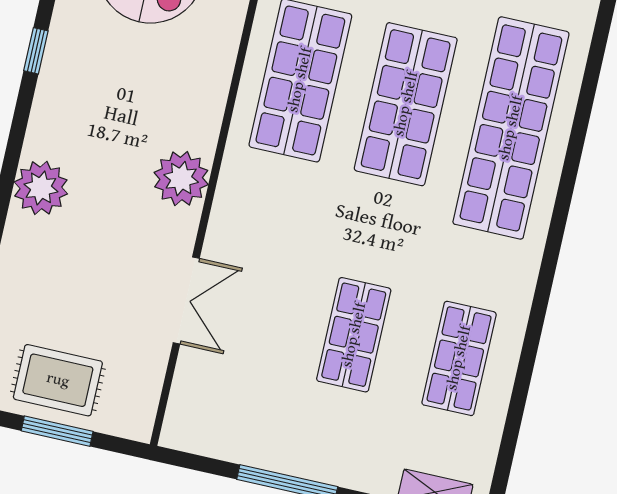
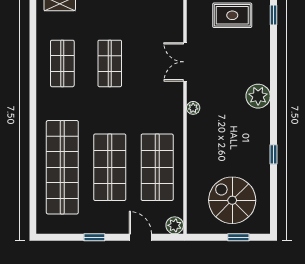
plant: (181, 179) -> (193, 108), width x0.53, depth x0.53

